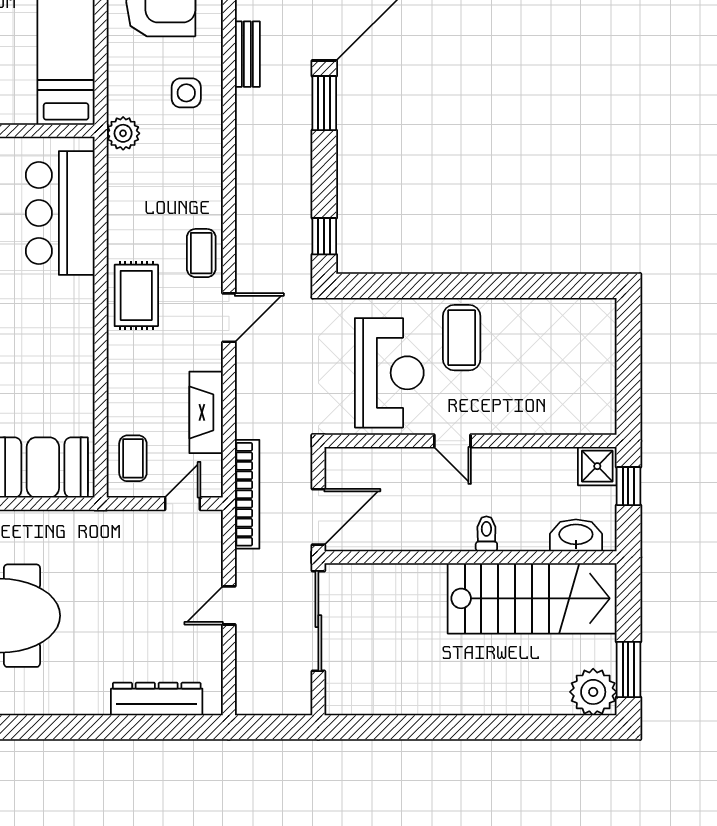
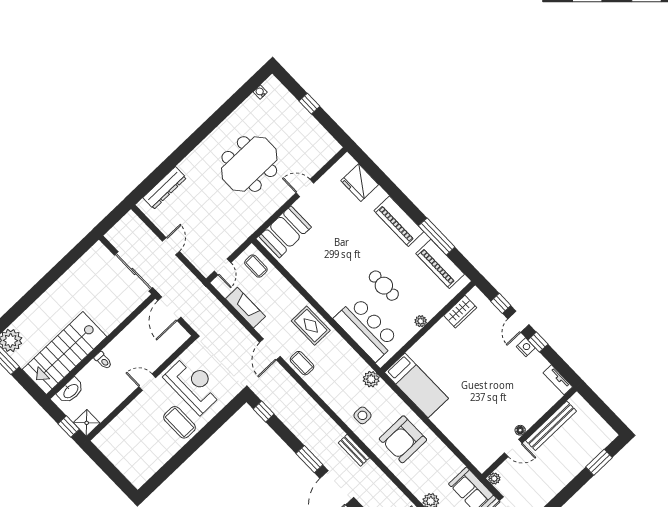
reception desk: (389, 373) -> (193, 385), turned 180
bookcase: (247, 494) -> (203, 292), removed

